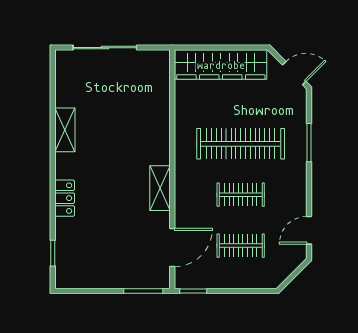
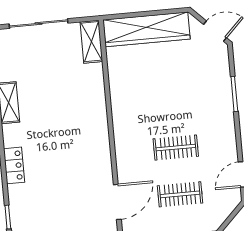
clothes rail: (241, 144) -> (172, 101), removed
shelving: (160, 188) -> (91, 42), moved

